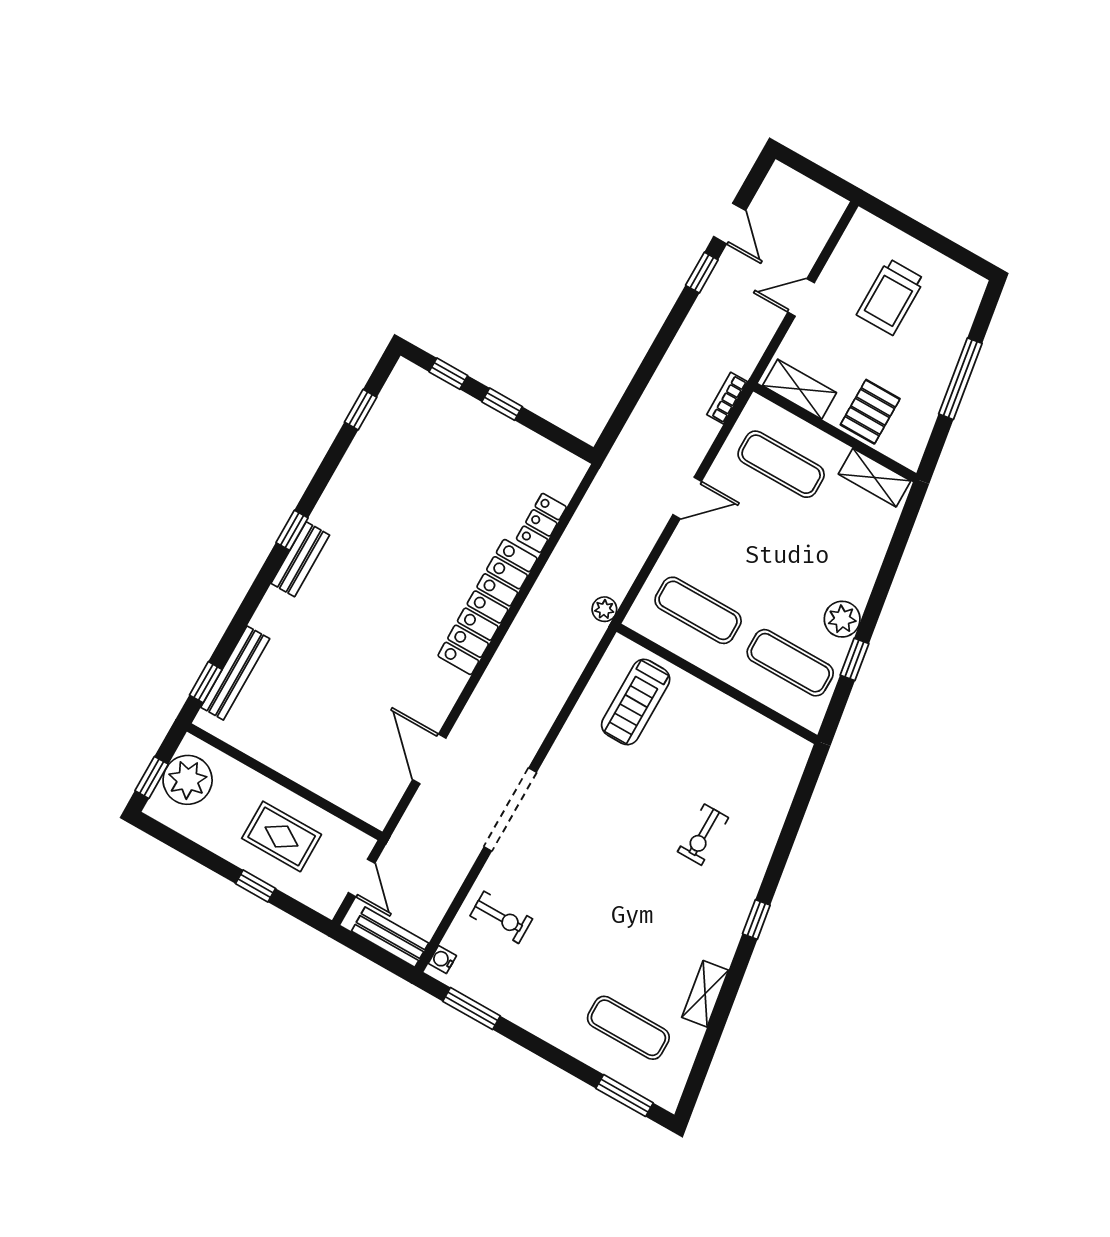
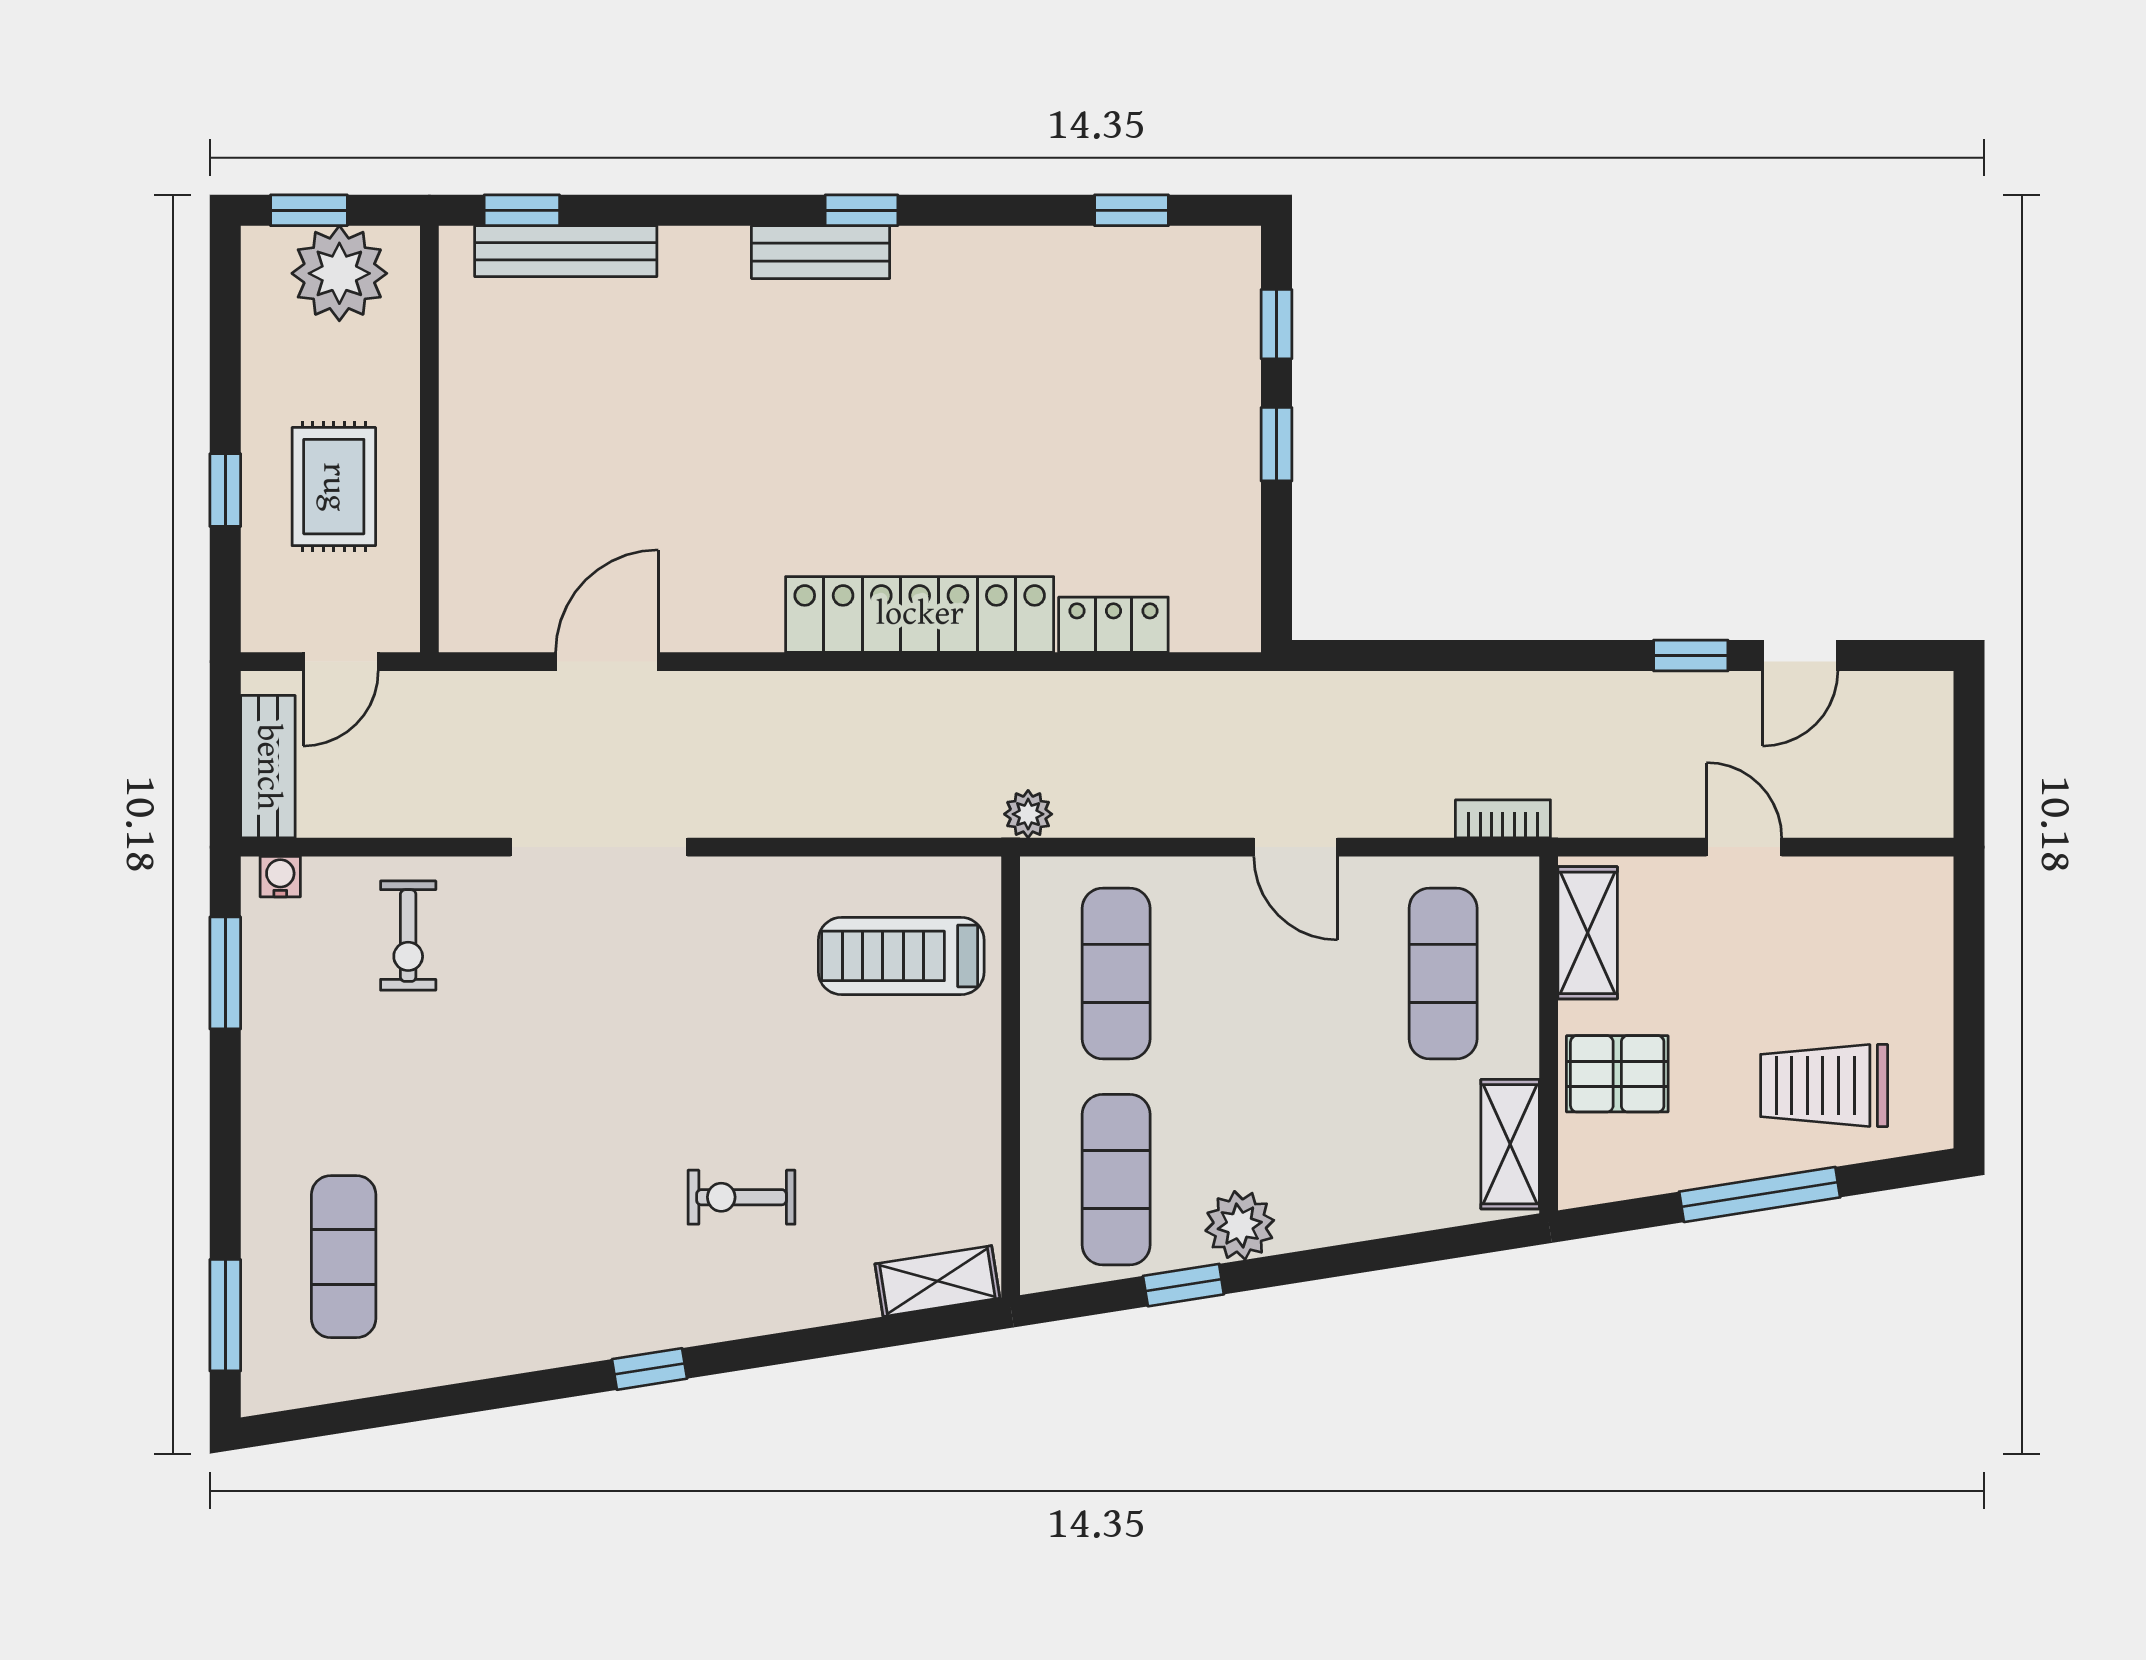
trolley: (891, 297) -> (1824, 1085), moved
shelving: (705, 994) -> (937, 1281), moved

